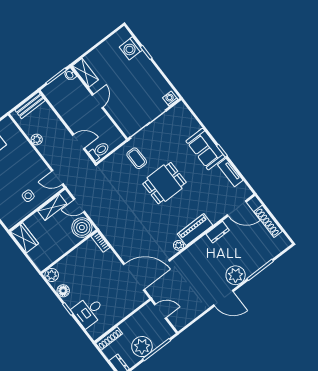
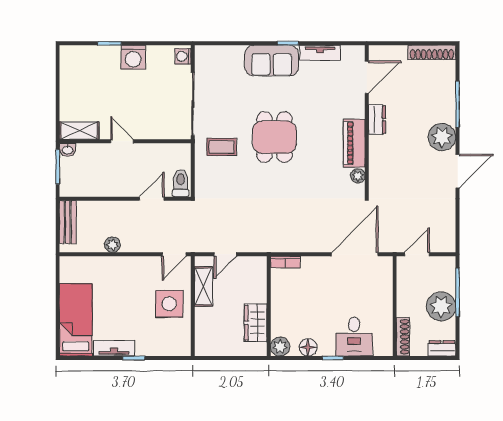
washing machine: (131, 48) -> (133, 57), moved
side table: (28, 196) -> (169, 304), width x1.87, depth x1.87
shoe rack: (268, 221) -> (432, 52), moved
boiler: (82, 228) -> (253, 270), removed
wardrobe: (24, 238) -> (256, 323), moved, turned -90

